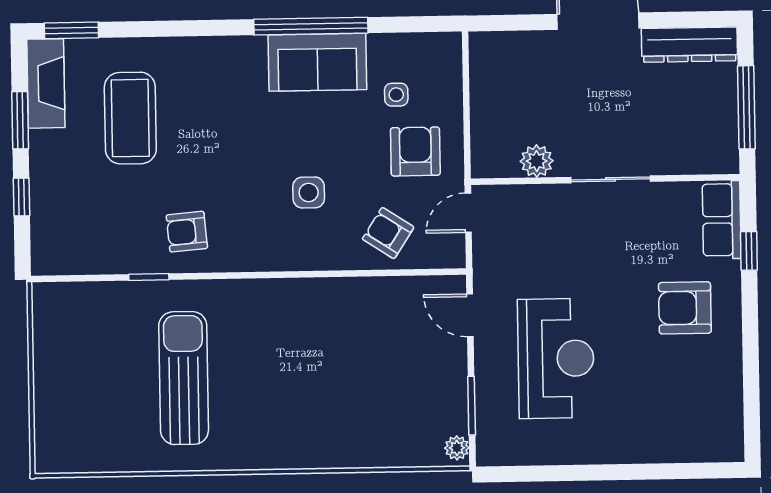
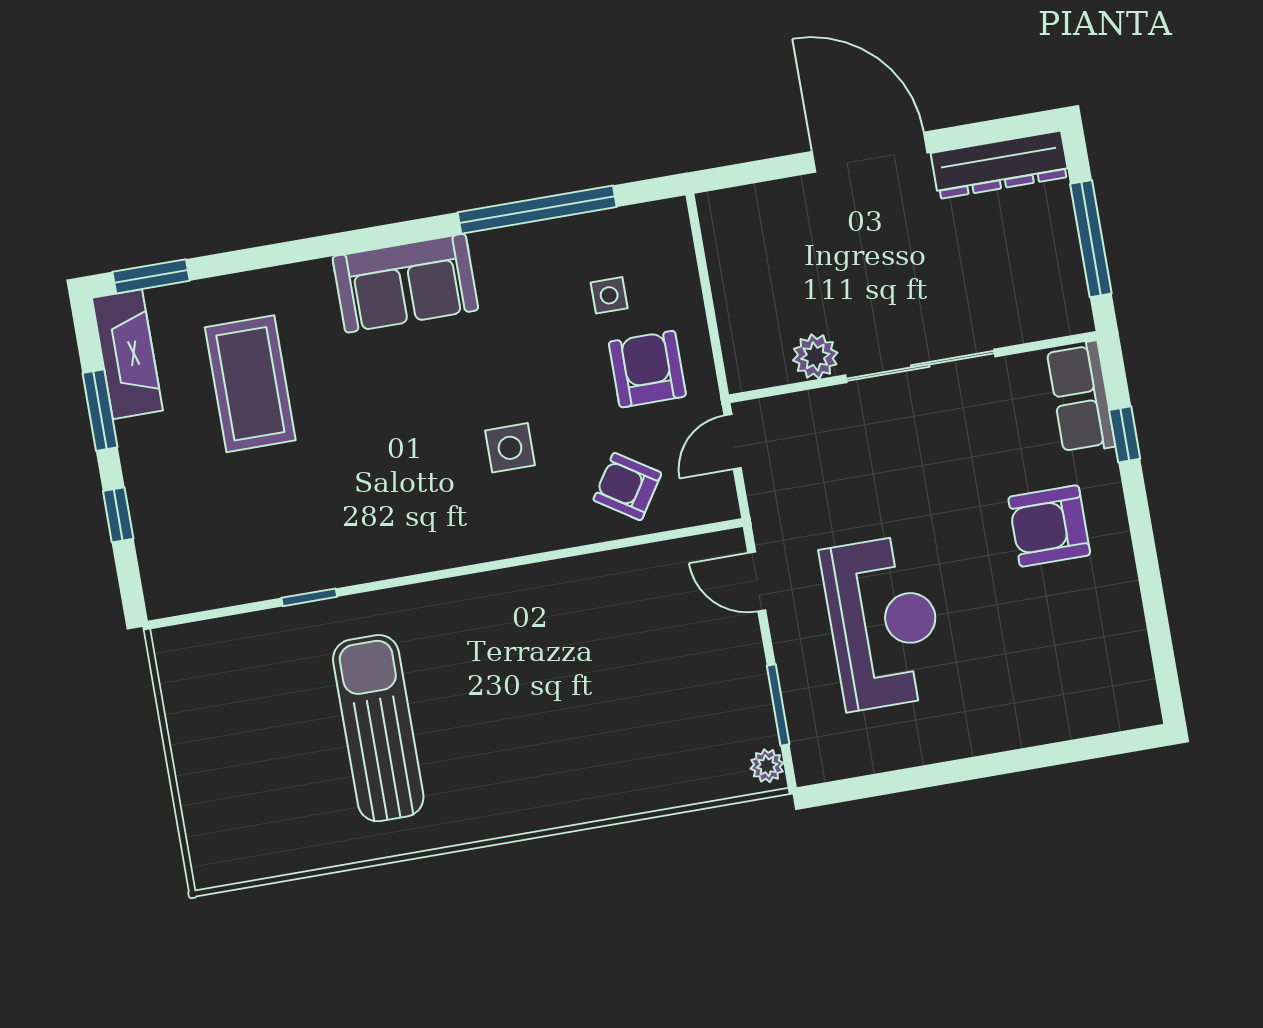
window: (311, 26) -> (537, 210), moved
sofa: (317, 62) -> (405, 283), moved
sliding door: (611, 179) -> (920, 366), width x1.37
armchair: (187, 232) -> (352, 527), removed

